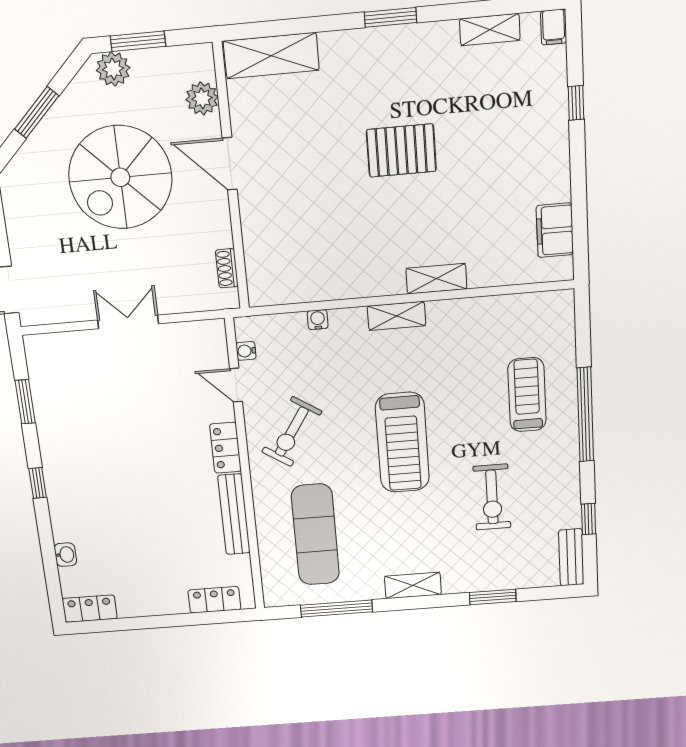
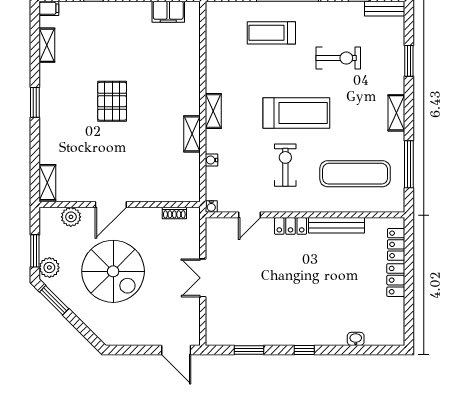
shelving: (271, 56) -> (47, 183), width x0.67, depth x0.75
window: (37, 112) -> (54, 300), moved
shelving: (436, 279) -> (192, 134), moved
water cooler: (246, 351) -> (211, 206), moved
exercise bike: (292, 432) -> (285, 165), moved, turned -123
locker: (90, 609) -> (396, 280), moved

